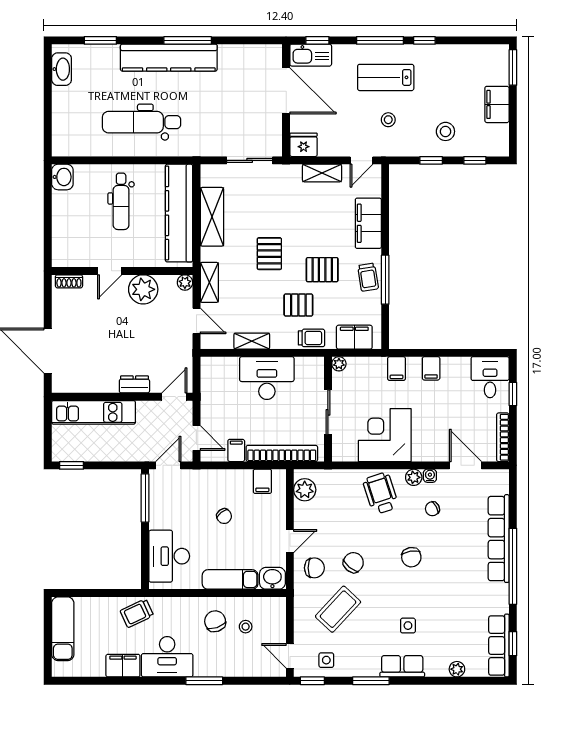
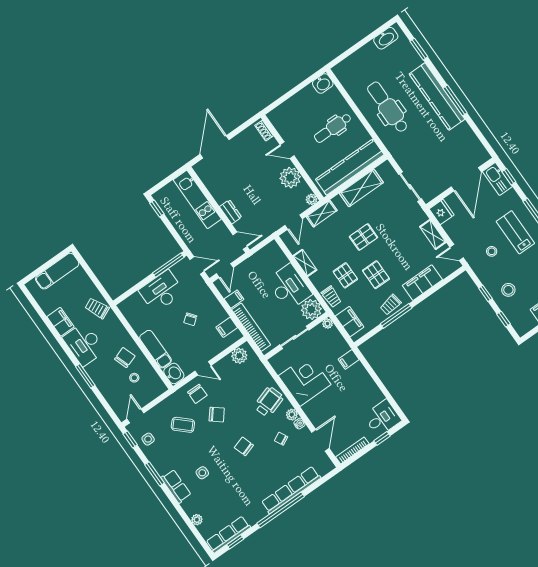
filing cabinet: (431, 368) -> (363, 380), removed
plant: (310, 371) -> (311, 310), added
desk: (169, 556) -> (161, 291), moved
chair: (411, 557) -> (244, 446), turned 82
coffee table: (338, 609) -> (183, 425), width x0.73, depth x0.77

